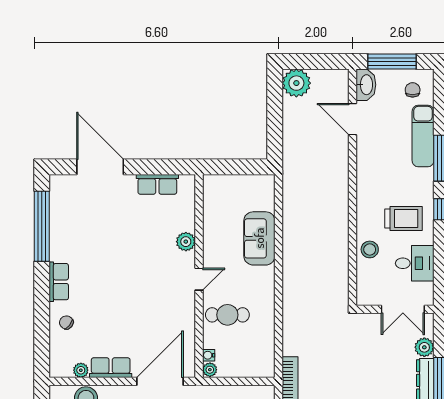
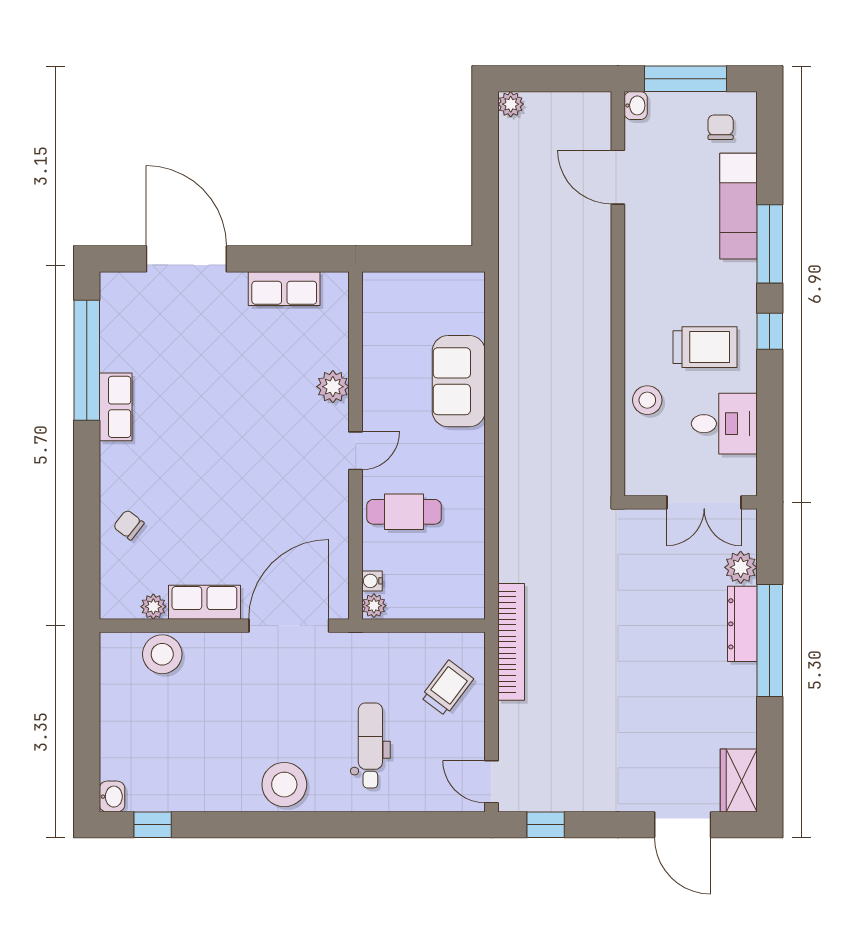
plant: (296, 83) -> (511, 104), width x0.53, depth x0.53
washbasin: (366, 85) -> (636, 105), width x0.52, depth x0.69
row of seats: (59, 282) -> (116, 407), moved

